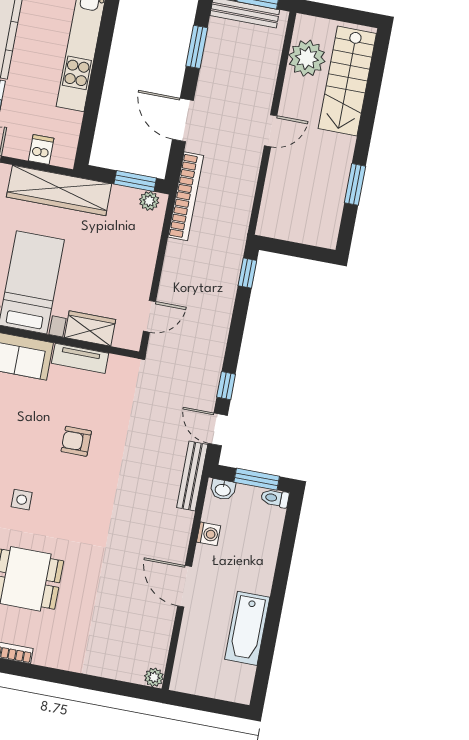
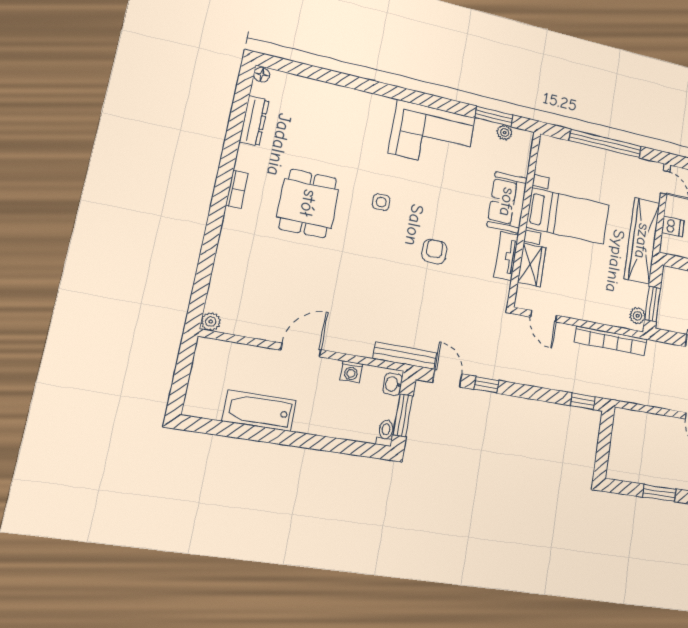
bookcase: (186, 196) -> (611, 341), moved
door: (218, 429) -> (447, 378), hinge flipped

